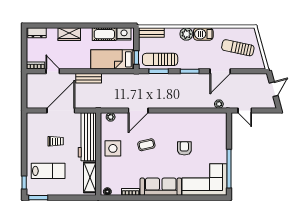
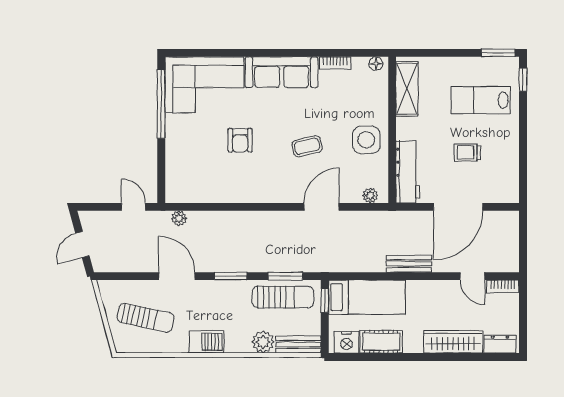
wardrobe: (69, 34) -> (453, 342), width x1.50
plant: (186, 34) -> (263, 342), moved
door: (220, 71) -> (177, 276), hinge flipped
workbench: (87, 137) -> (408, 172), width x0.73, depth x0.76

